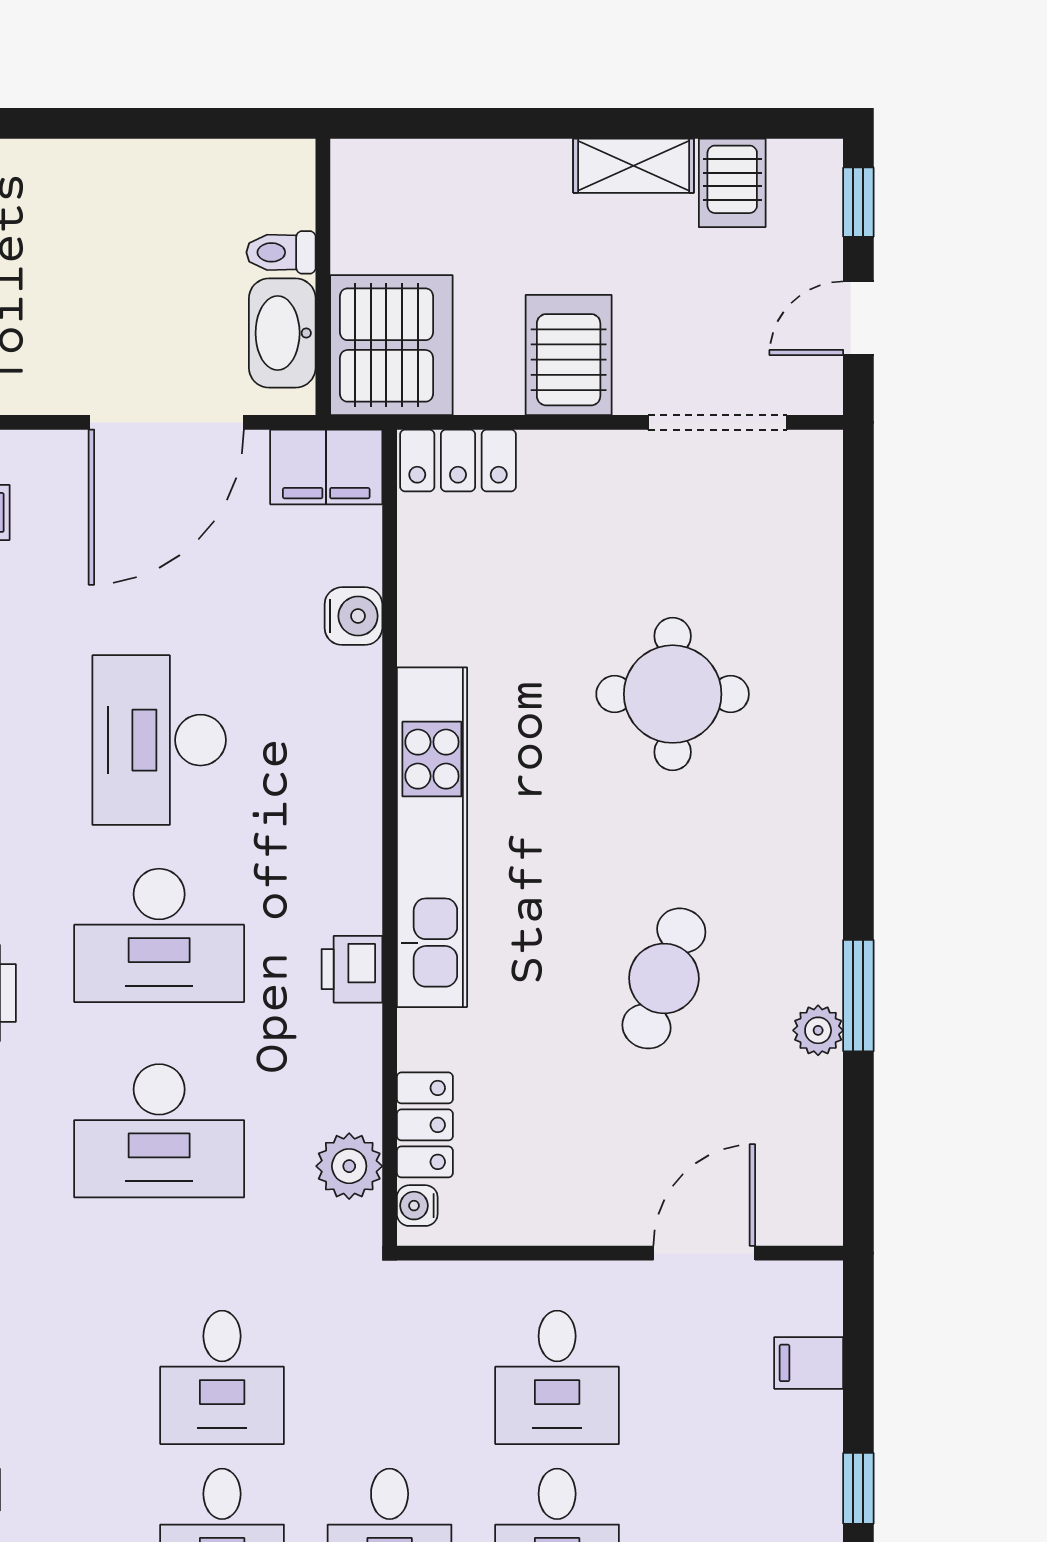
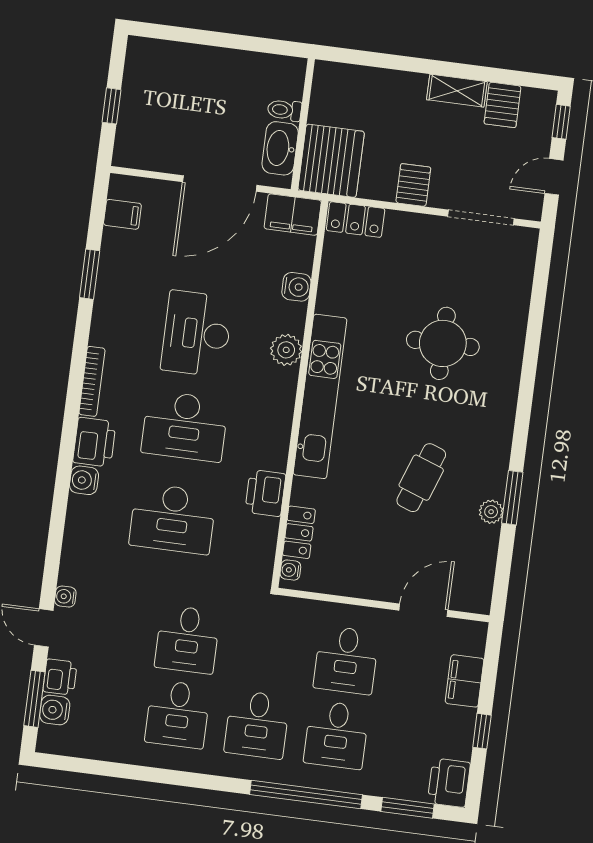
server rack: (569, 355) -> (413, 185), width x0.73, depth x0.70
printer: (352, 969) -> (265, 493), moved, width x1.36, depth x1.24
plant: (349, 1166) -> (286, 350), moved
filing cabinet: (809, 1363) -> (465, 681), width x2.00

